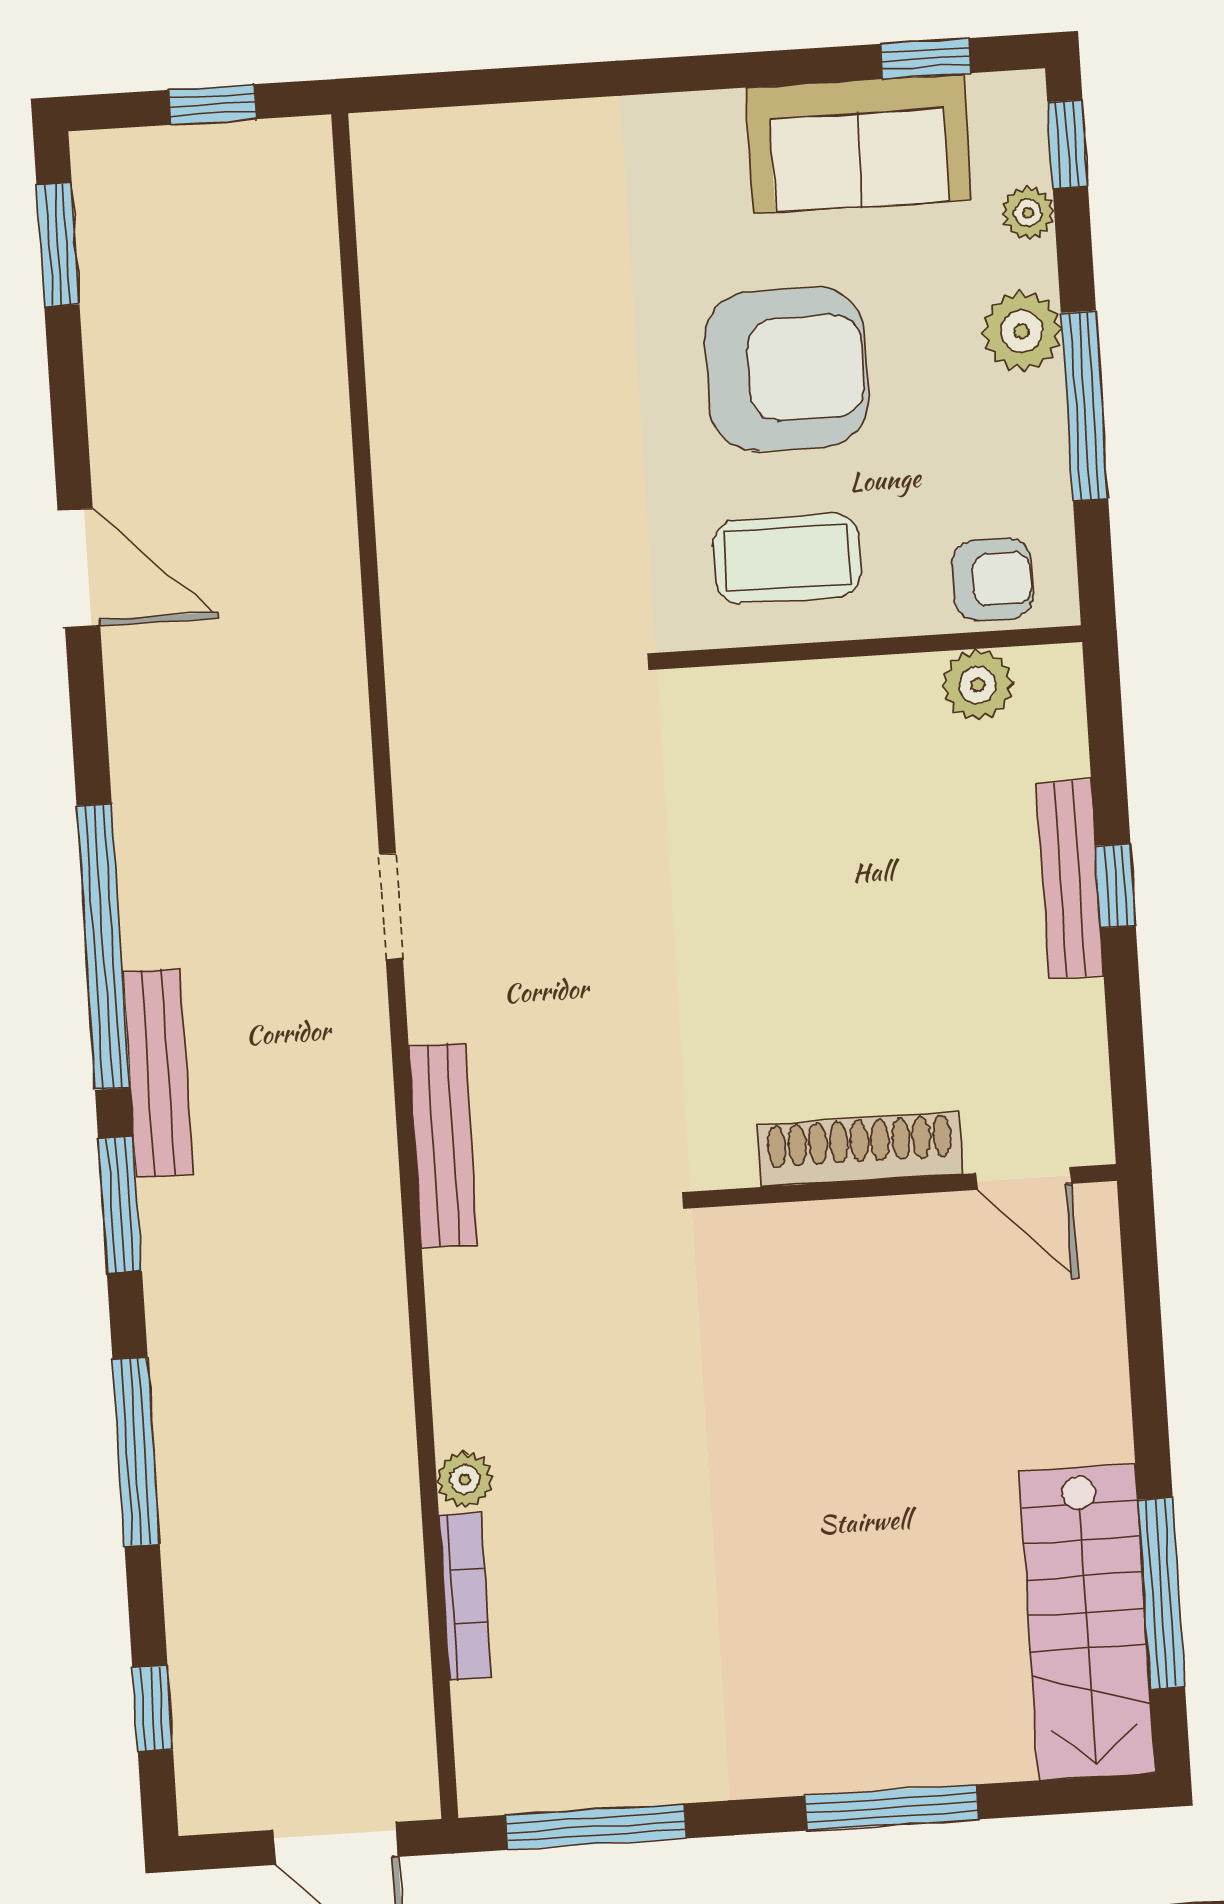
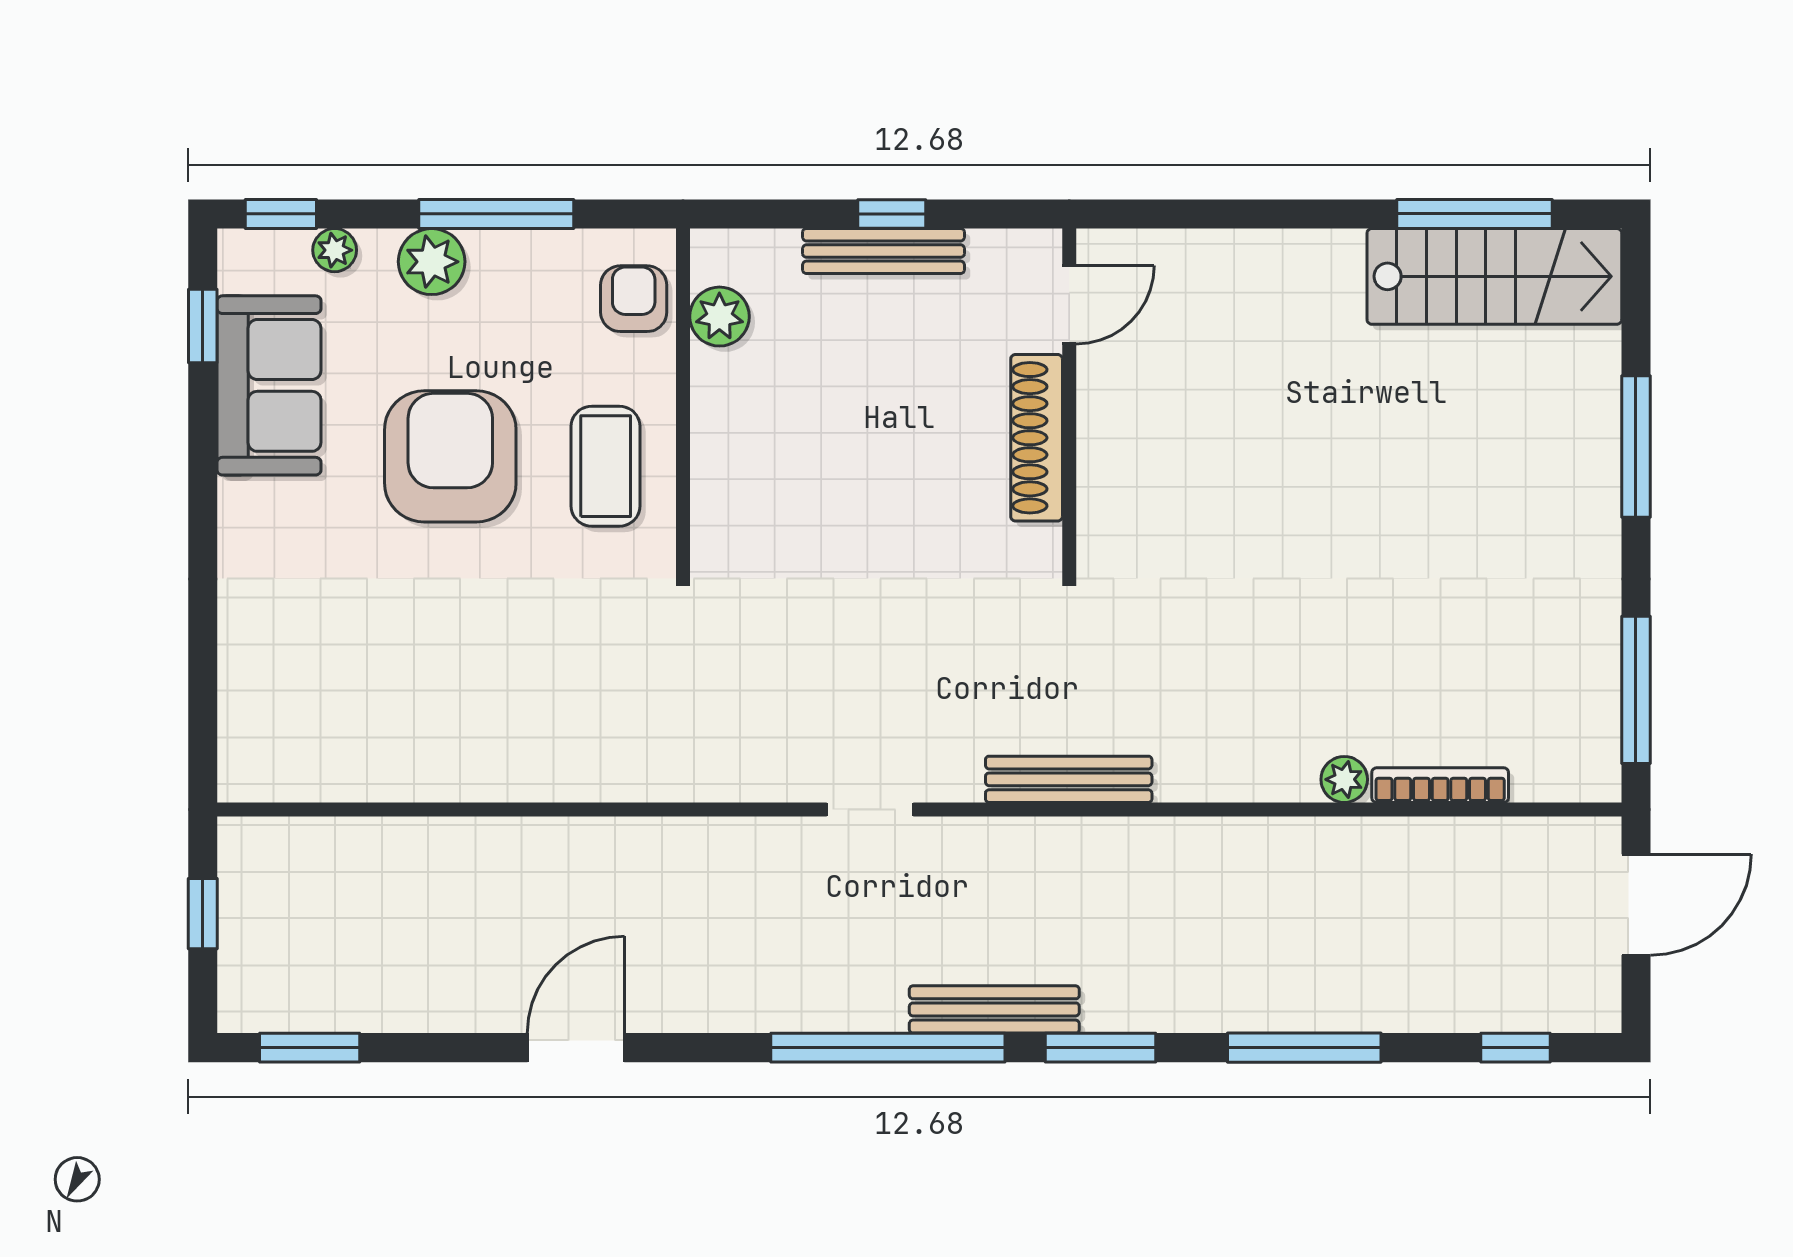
shoe rack: (860, 1149) -> (1037, 438), moved
door: (1024, 1178) -> (1069, 305), moved
wall: (908, 1186) -> (1069, 400), moved

